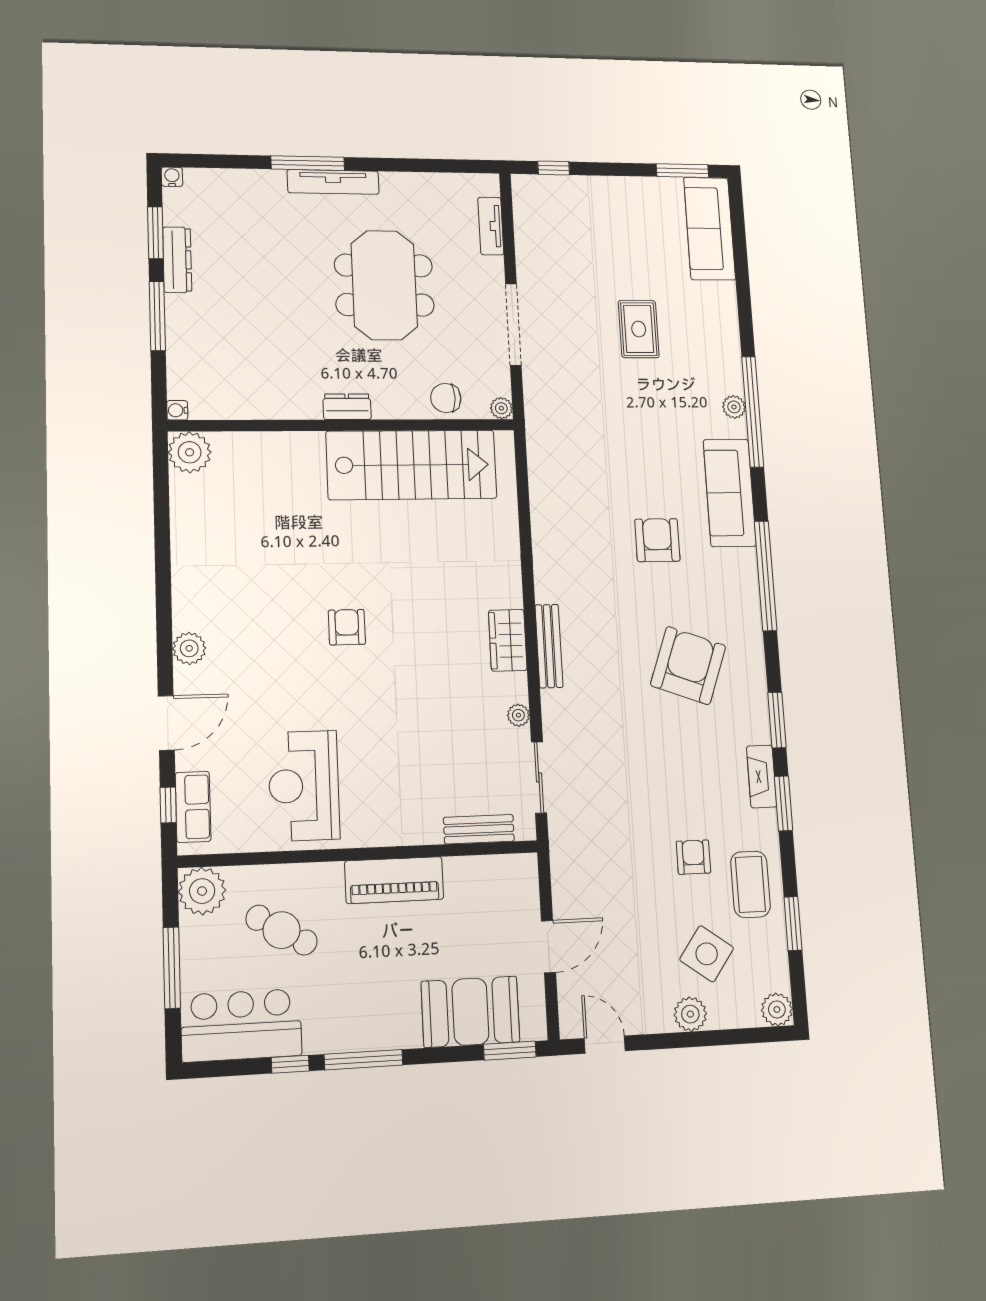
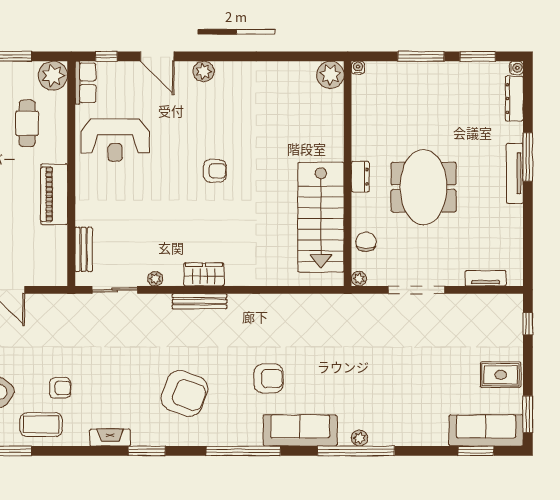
dresser: (177, 260) -> (514, 99), moved, turned 90
meeting table: (384, 285) -> (424, 187), moved, turned 90
rug: (639, 329) -> (501, 375), moved
reception desk: (304, 786) -> (115, 140), turned 180
window: (784, 803) -> (476, 451), moved
row of seats: (193, 807) -> (85, 83), moved, turned -90
cafe table: (282, 930) -> (27, 123), turned -30

